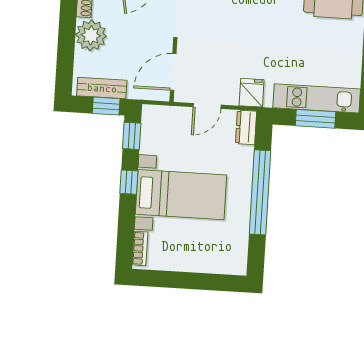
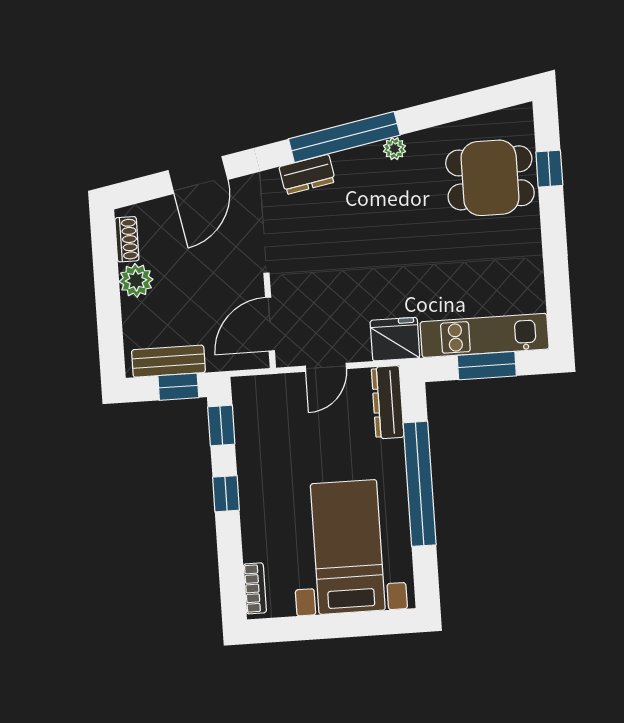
plant: (91, 35) -> (136, 280), width x0.73, depth x0.73
fridge: (252, 93) -> (395, 339), width x1.38
dresser: (246, 127) -> (388, 402), width x1.44
bed with nightstands: (181, 195) -> (348, 547), moved, turned -90

